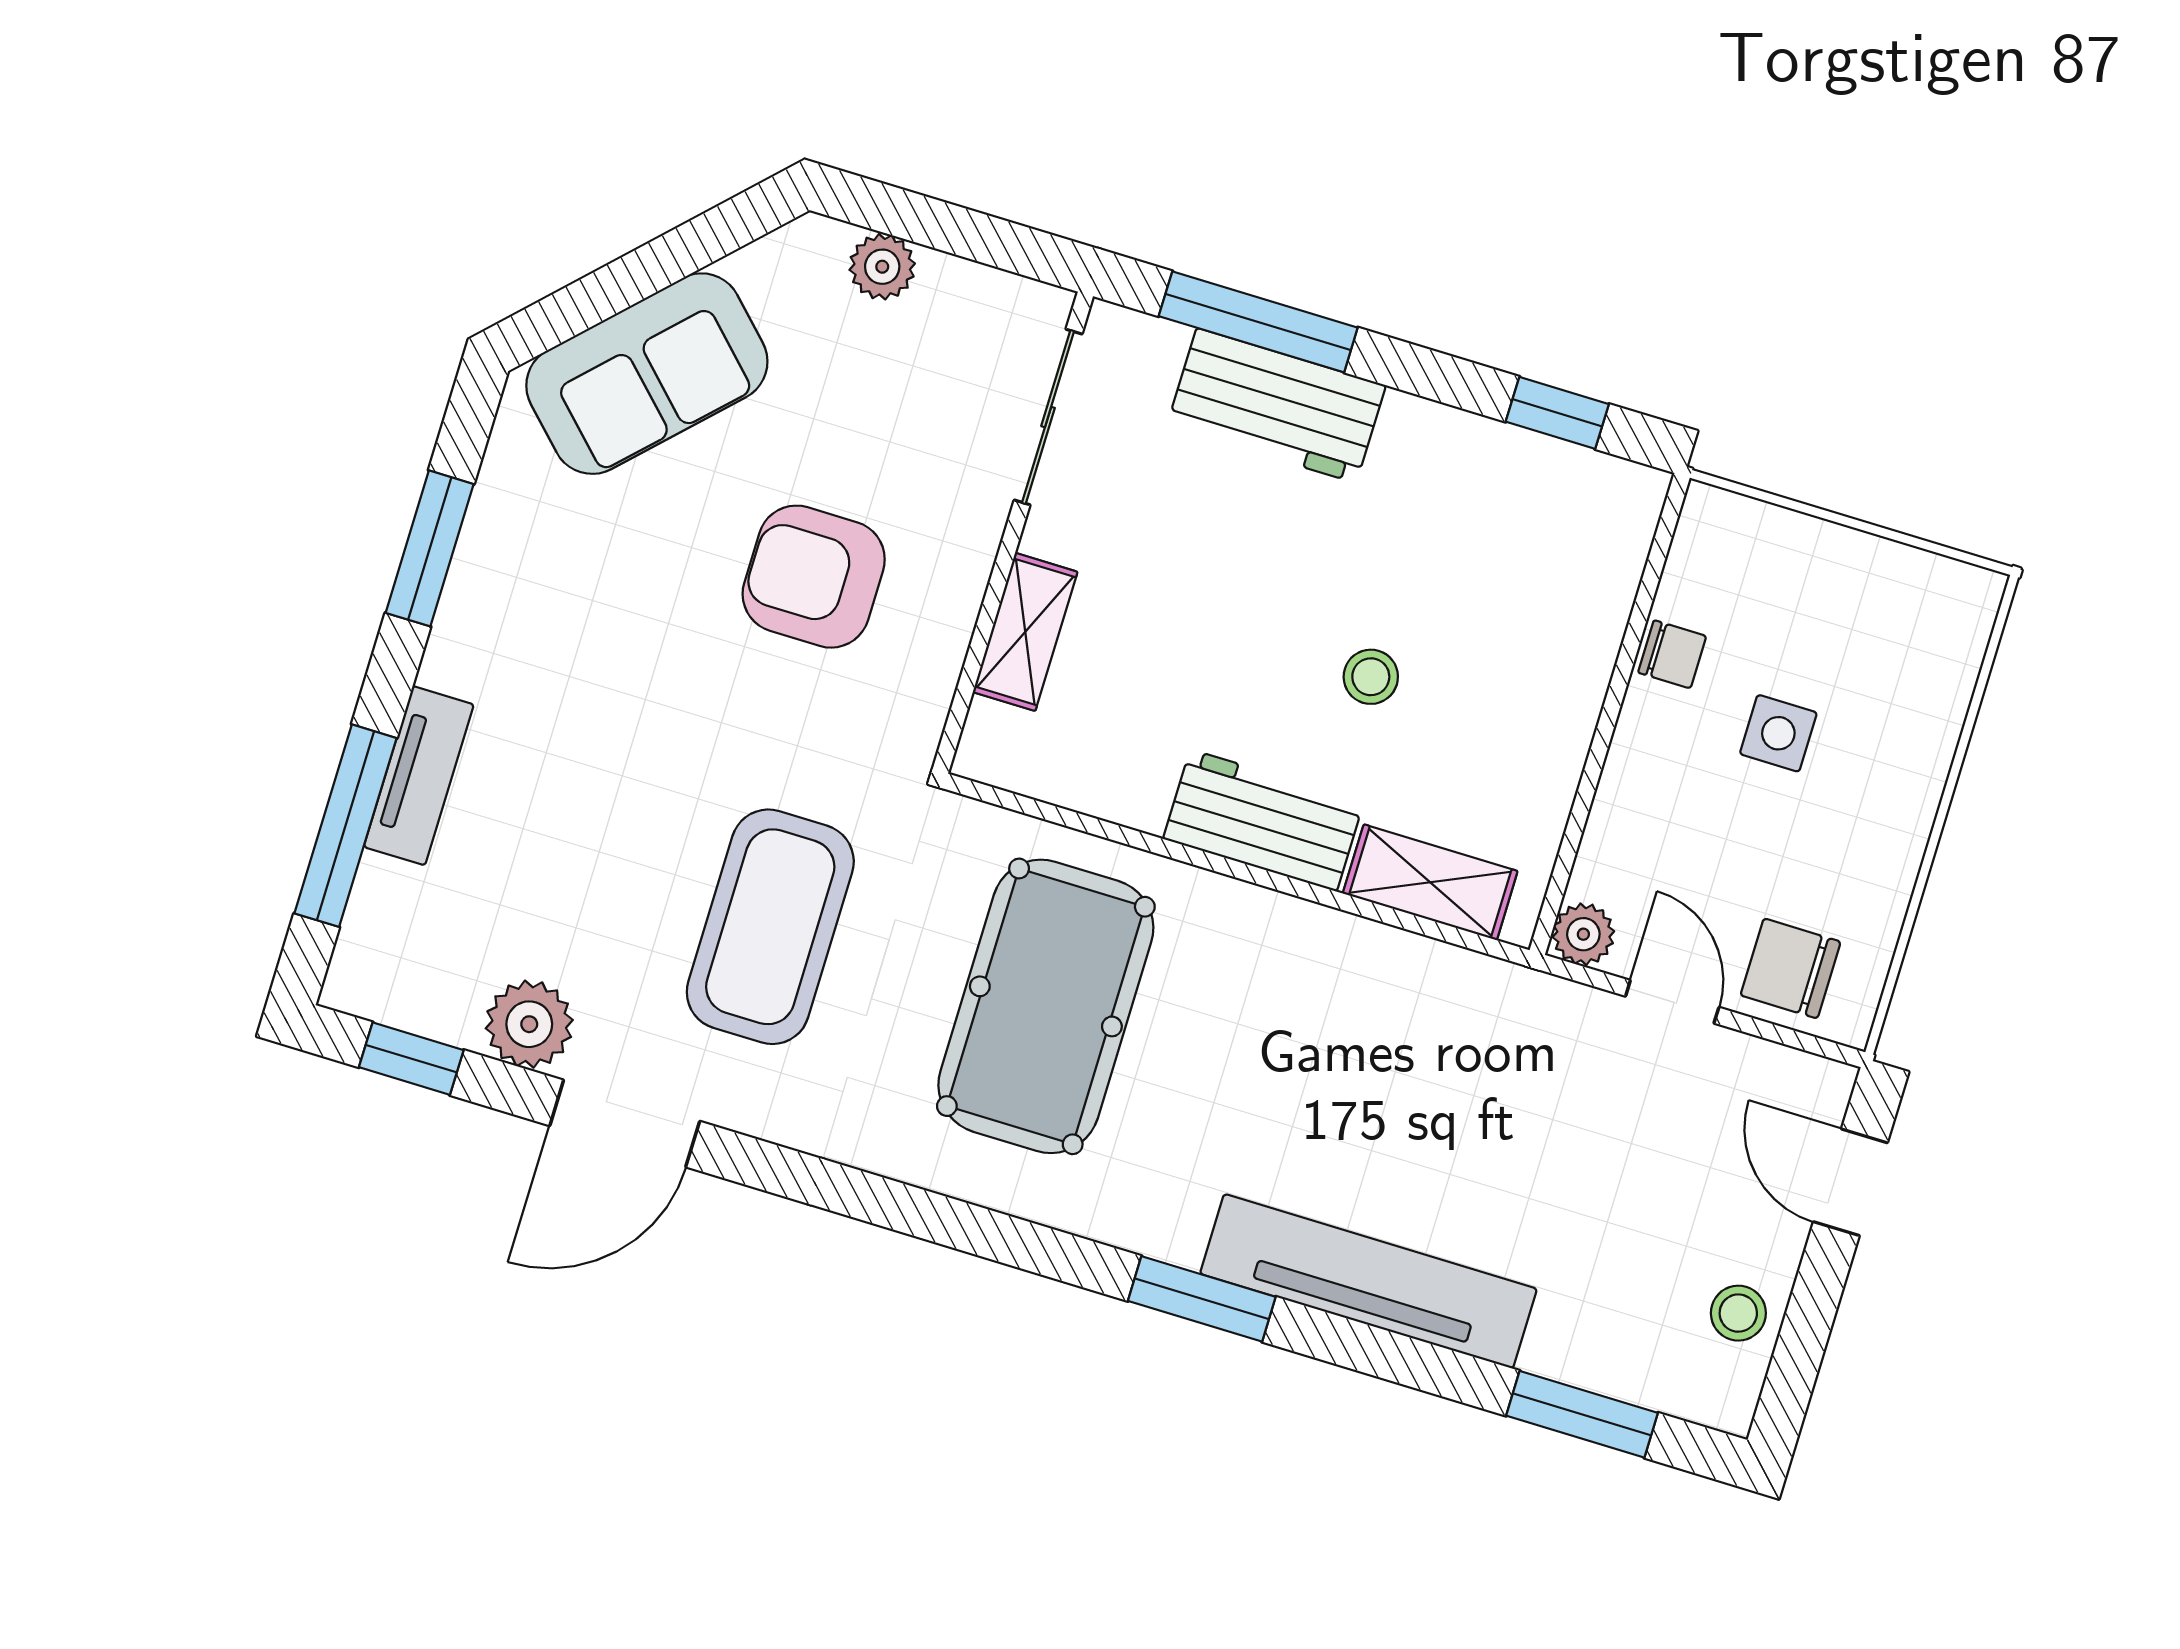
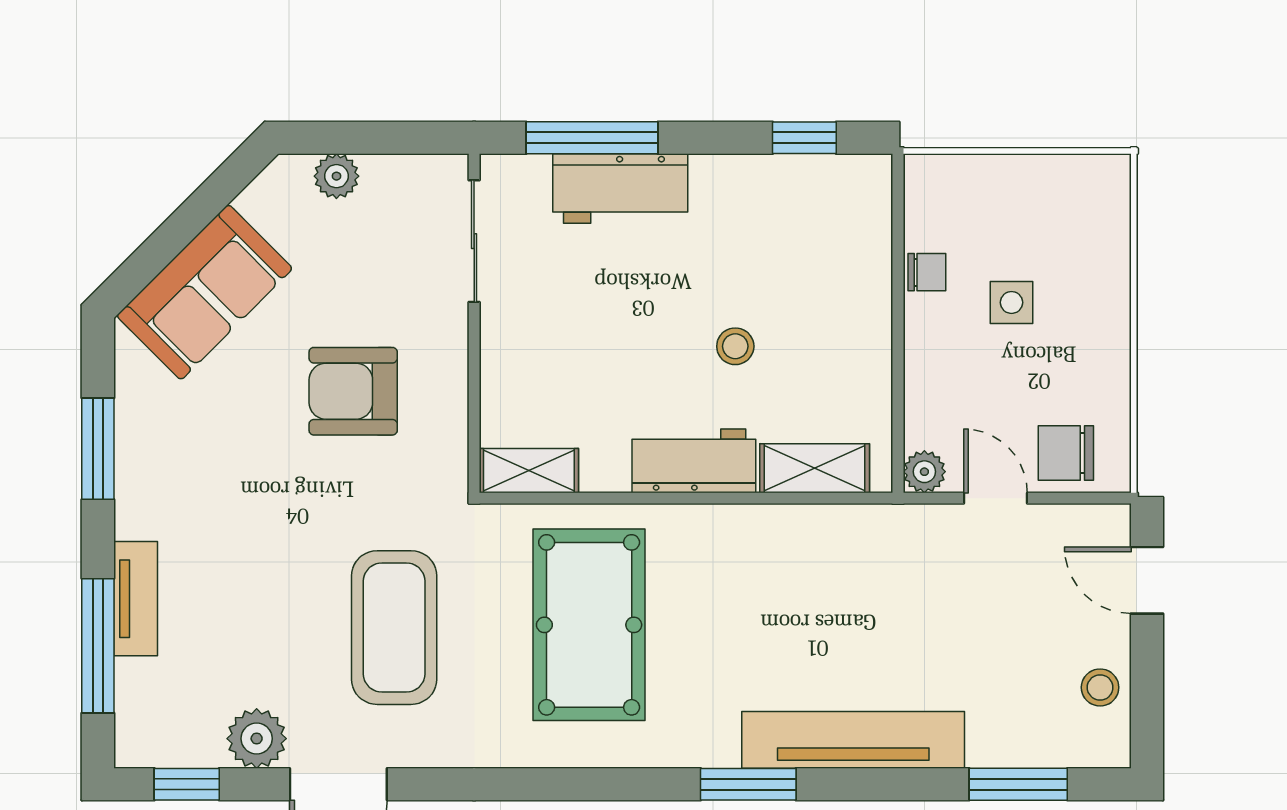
shelving: (1025, 632) -> (529, 471), moved, turned 90

